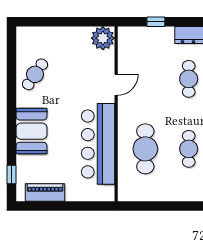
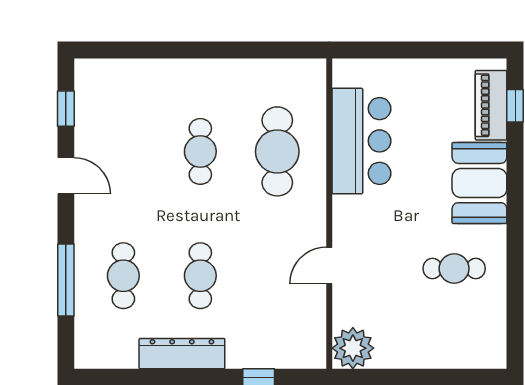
cafe table: (35, 74) -> (454, 268), moved, turned 56
bar counter: (98, 144) -> (361, 141), width x0.73
piano: (45, 193) -> (491, 105), moved, turned 90

